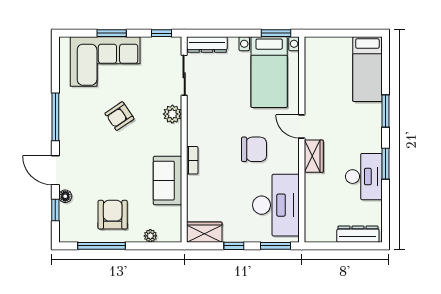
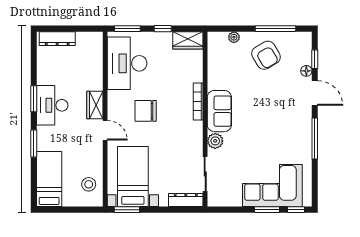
window: (162, 33) -> (296, 210), moved
stool: (321, 63) -> (89, 184), added
armchair: (119, 116) -> (260, 139), removed
bookcase: (192, 160) -> (198, 101), width x1.56
desk: (364, 177) -> (52, 105), moved
sofa: (167, 181) -> (219, 111), moved
armchair: (113, 215) -> (266, 55), turned -31

